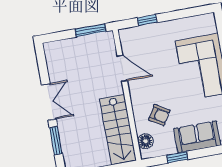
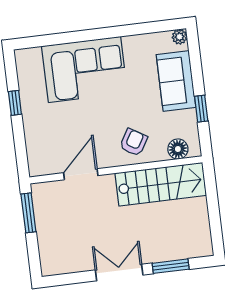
window: (147, 20) -> (15, 103), moved
armchair: (159, 115) -> (134, 142), moved

